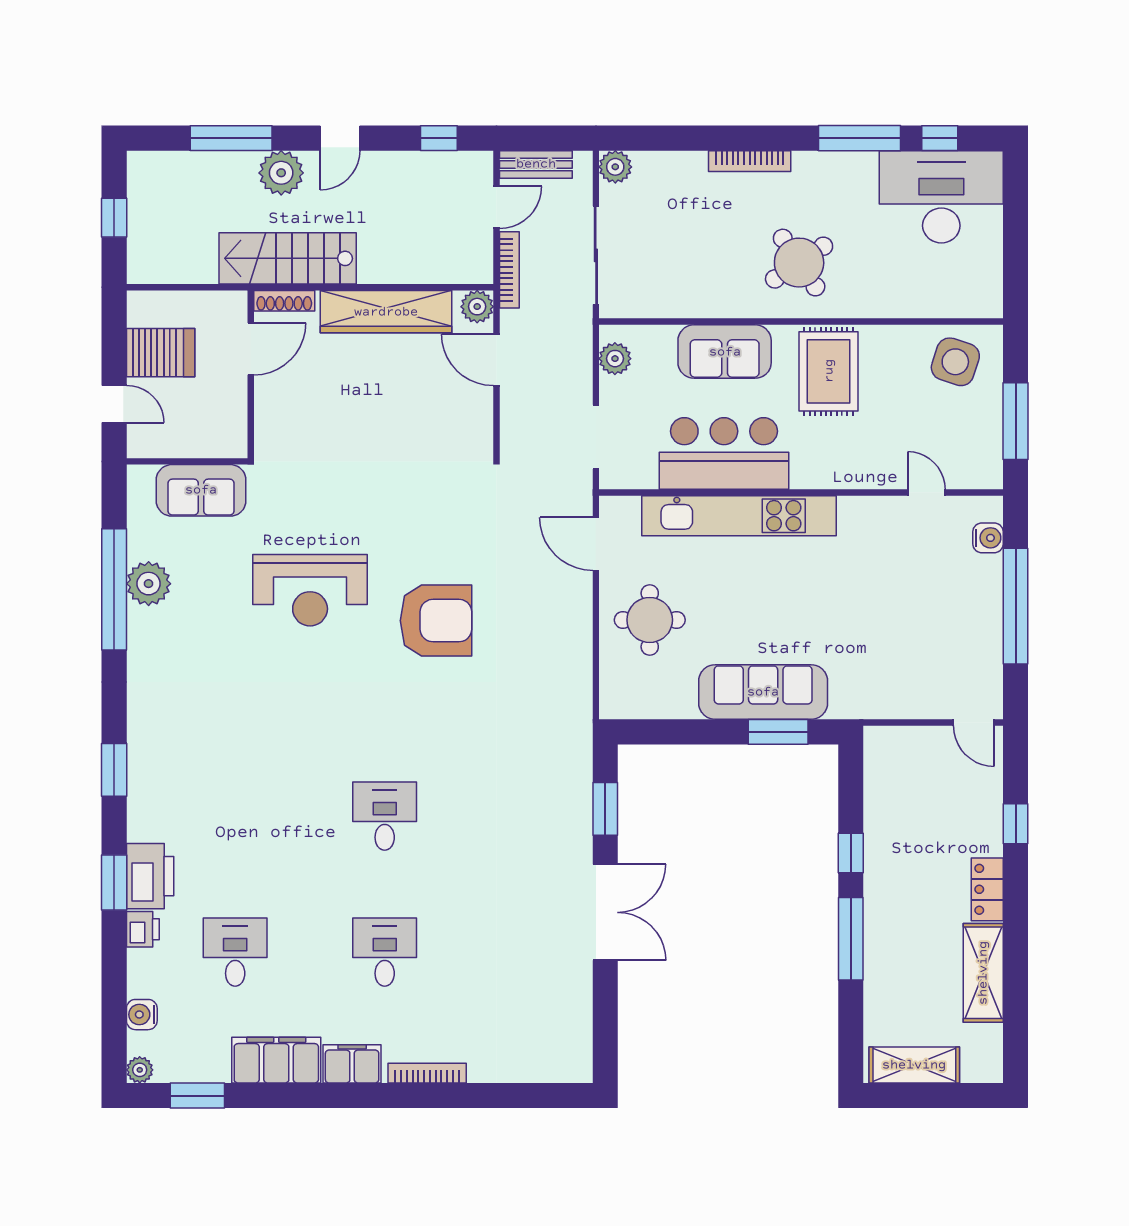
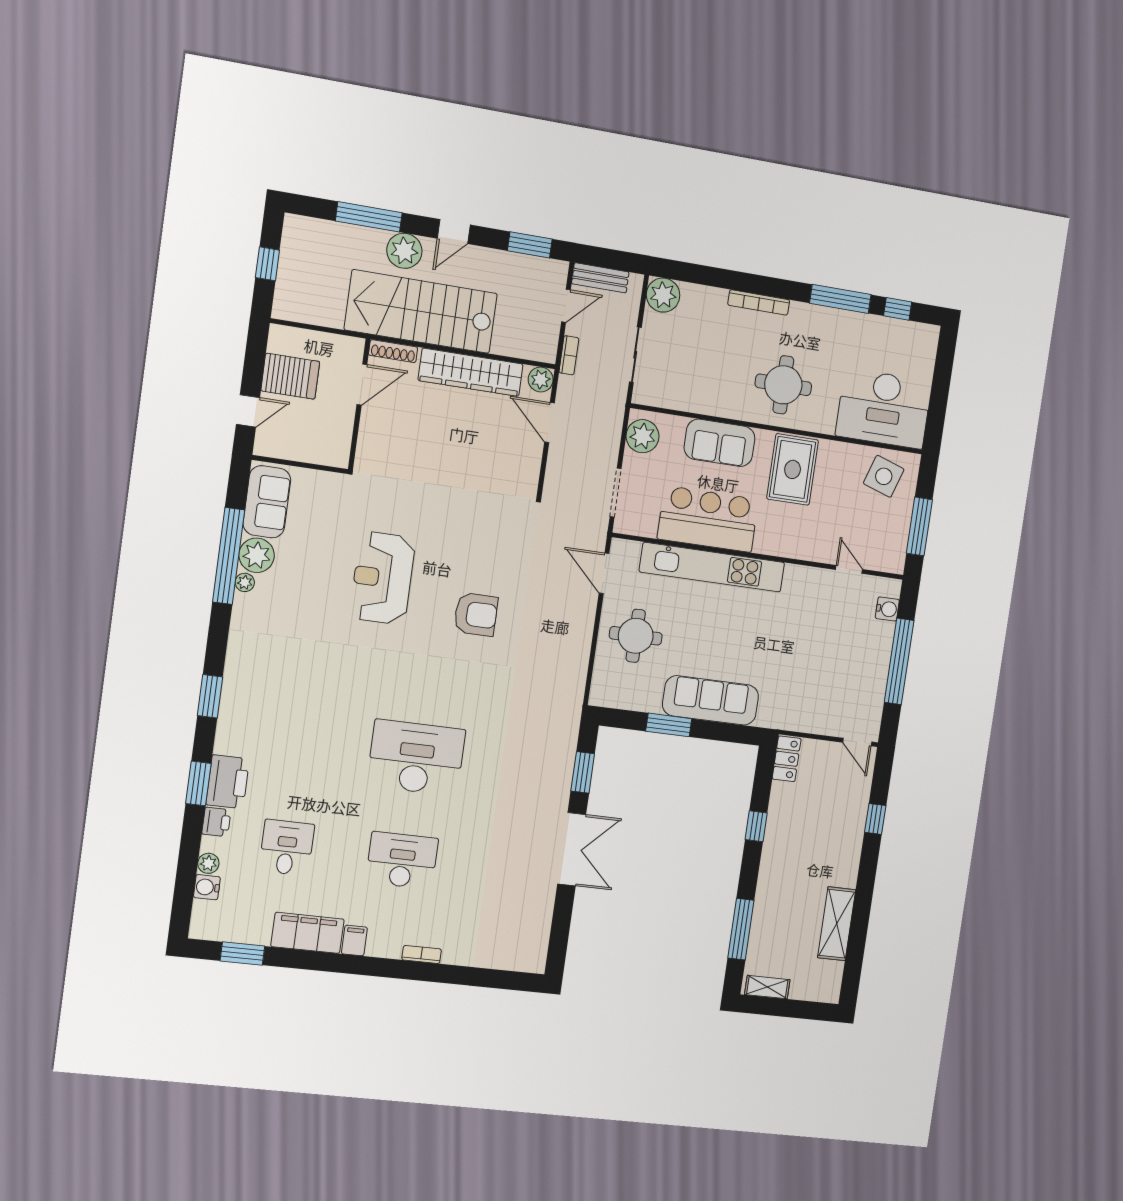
window: (439, 138) -> (530, 245), width x1.50
plant: (615, 167) -> (663, 295), width x1.36, depth x1.36
desk: (941, 197) -> (884, 409), moved, turned 180
sliding door: (596, 255) -> (635, 355), width x0.73
stairs: (288, 258) -> (421, 312), width x1.36, depth x1.51
round table: (799, 263) -> (783, 385), turned 34
bookcase: (509, 270) -> (569, 355), width x0.64
plant: (615, 359) -> (643, 436), width x1.36, depth x1.36
door: (114, 404) -> (248, 411), hinge flipped
sofa: (201, 490) -> (267, 502), moved, turned -90
reception desk: (310, 590) -> (383, 578), turned 90
plant: (138, 620) -> (245, 582), added
armchair: (436, 621) -> (476, 614), width x0.73, depth x0.73
window: (778, 732) -> (669, 725), moved
desk: (385, 816) -> (416, 758), width x1.87, depth x1.30
locker: (987, 889) -> (787, 759), moved, turned 180
window: (851, 939) -> (741, 929), moved
desk: (385, 952) -> (402, 860), width x1.37
filing cabinet: (352, 1064) -> (354, 941), width x0.50
shelving: (914, 1065) -> (767, 987), width x0.67, depth x0.75
plant: (140, 1070) -> (208, 863), moved
bookcase: (427, 1073) -> (422, 954), width x0.64

